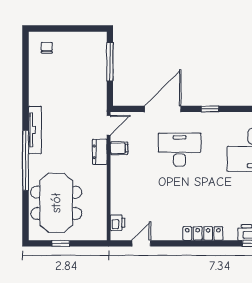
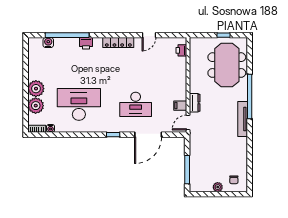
plant: (69, 38) -> (218, 187), added
door: (141, 243) -> (149, 35), moved

